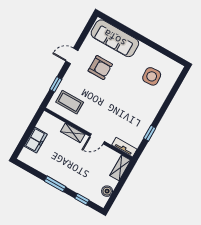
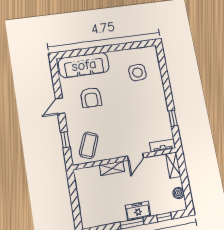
armchair: (100, 68) -> (91, 97), turned 90
coffee table: (70, 102) -> (89, 145), turned -68
freezer: (36, 140) -> (138, 211), moved, turned -90

